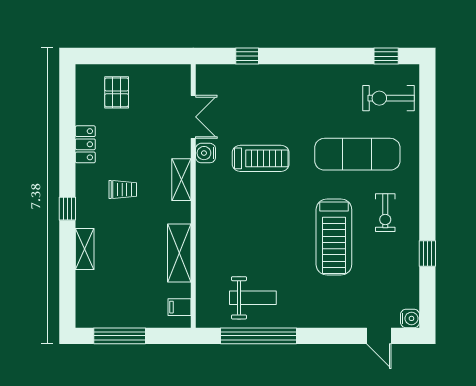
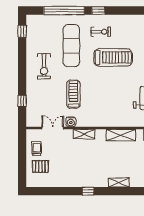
exercise bike: (389, 98) -> (44, 66), moved
window: (427, 140) -> (64, 11), added
locker: (85, 144) -> (66, 182), removed
trolley: (123, 190) -> (37, 149), moved
window: (67, 209) -> (88, 191), moved
window: (427, 253) -> (98, 11), moved

